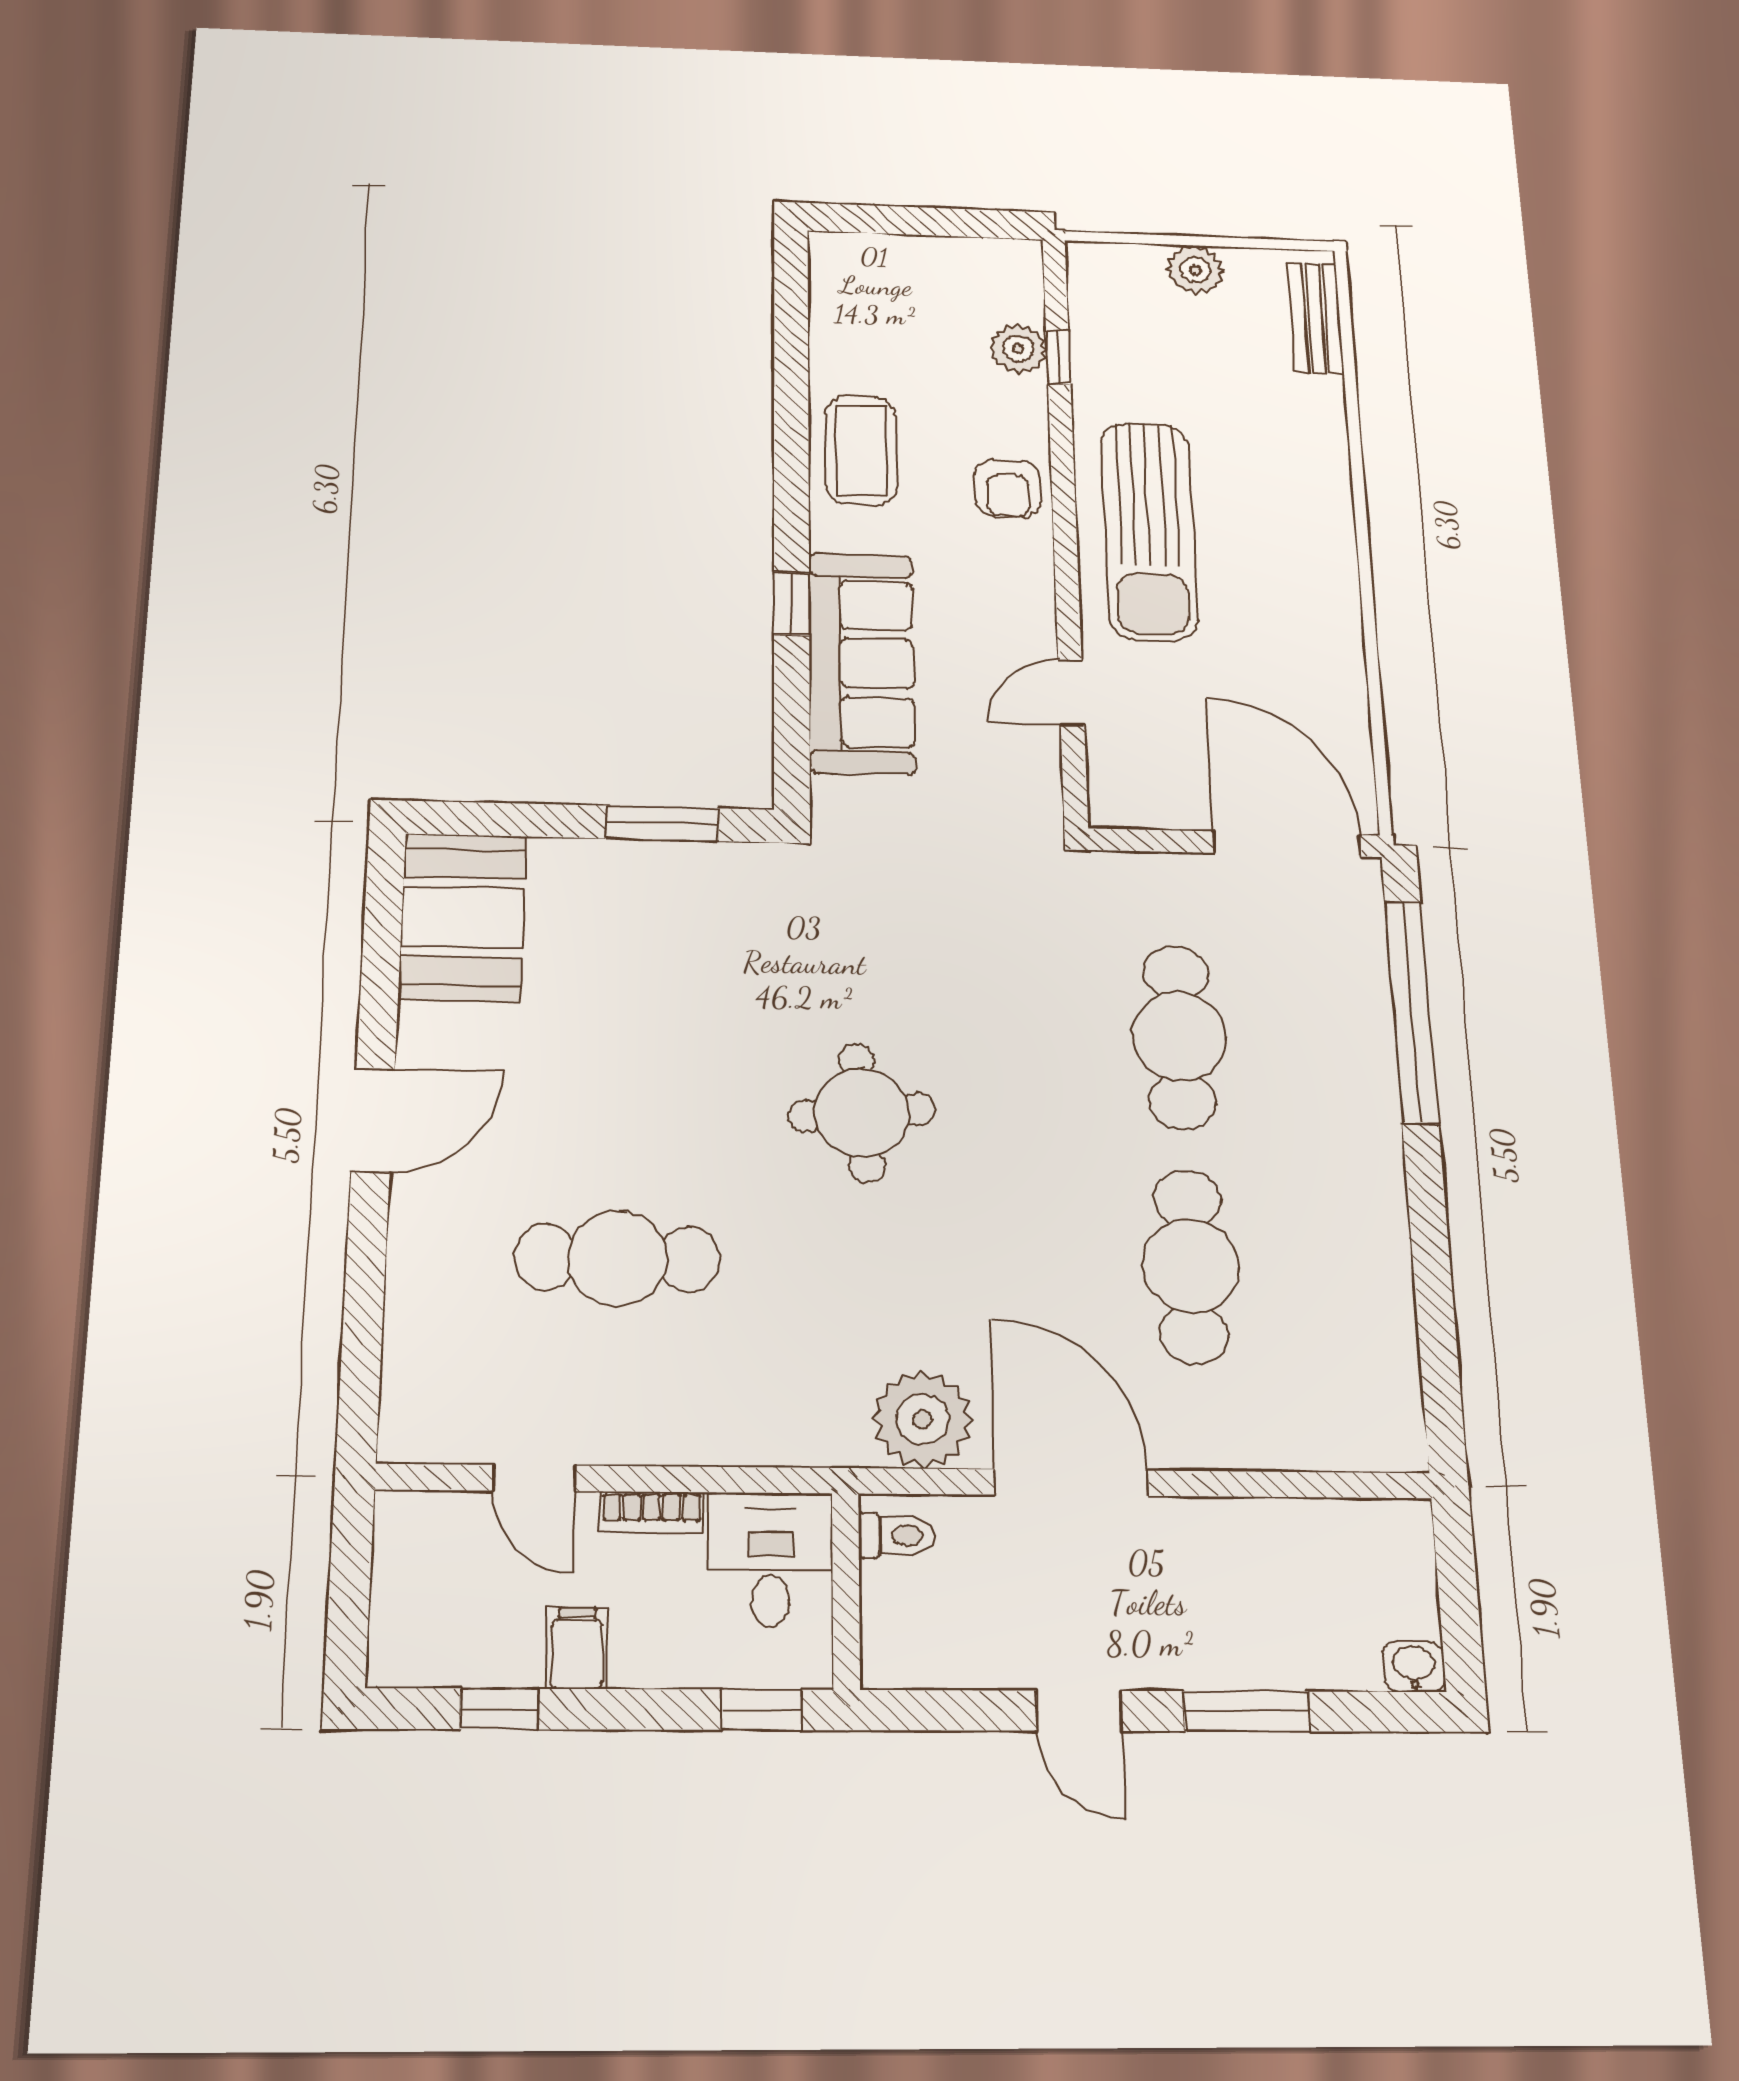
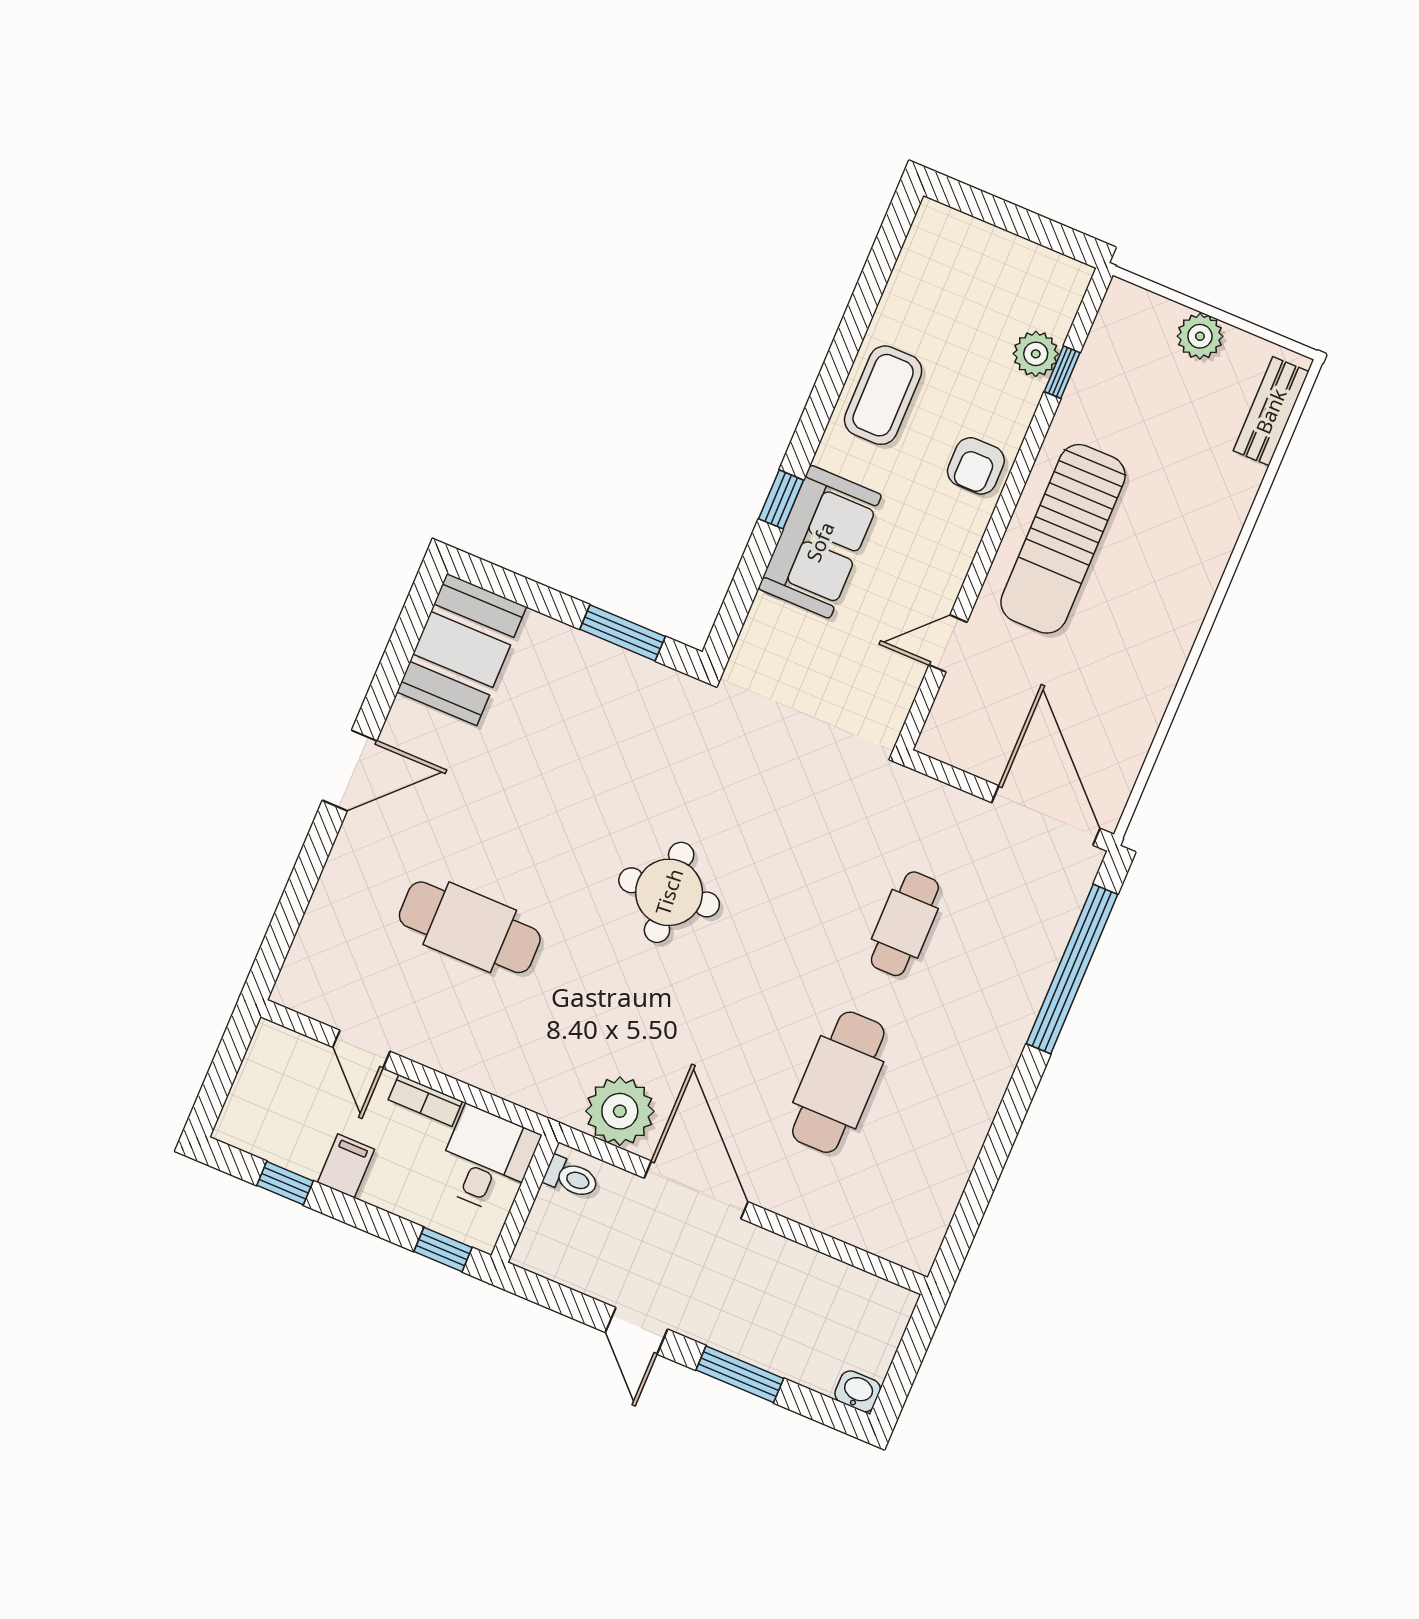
sofa: (861, 663) -> (820, 542), width x0.73
cafe table: (1179, 1037) -> (905, 924), width x0.73, depth x0.74

